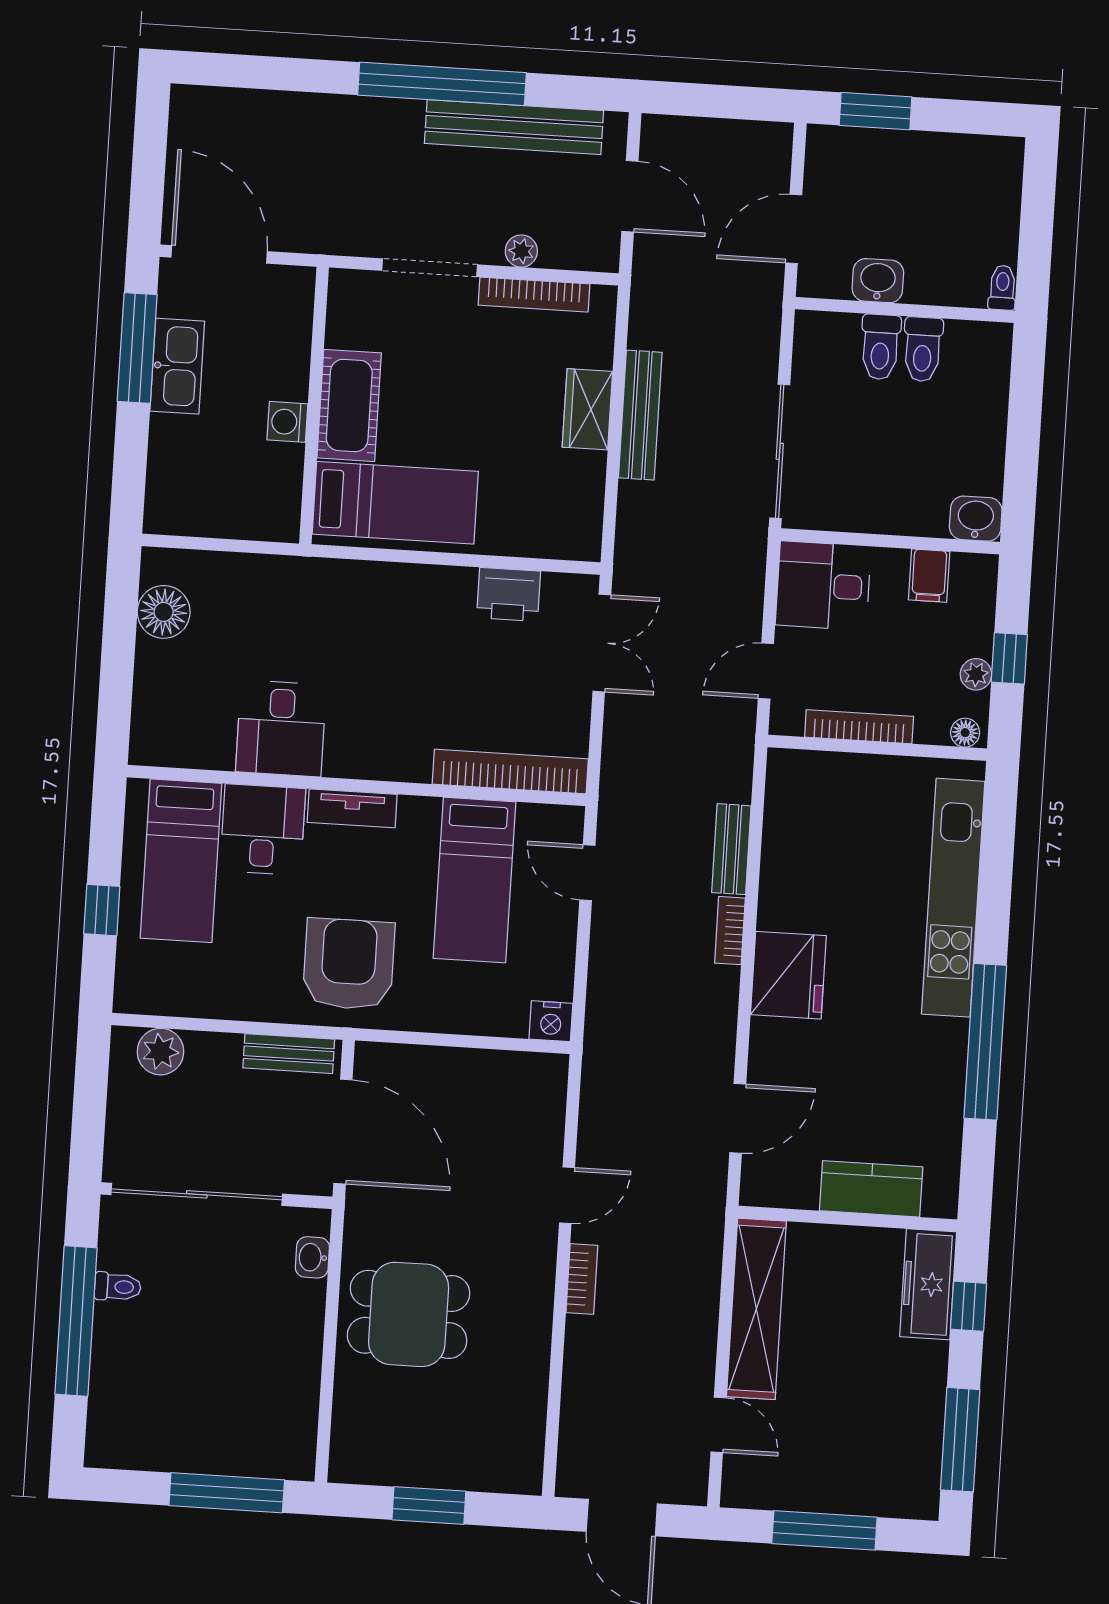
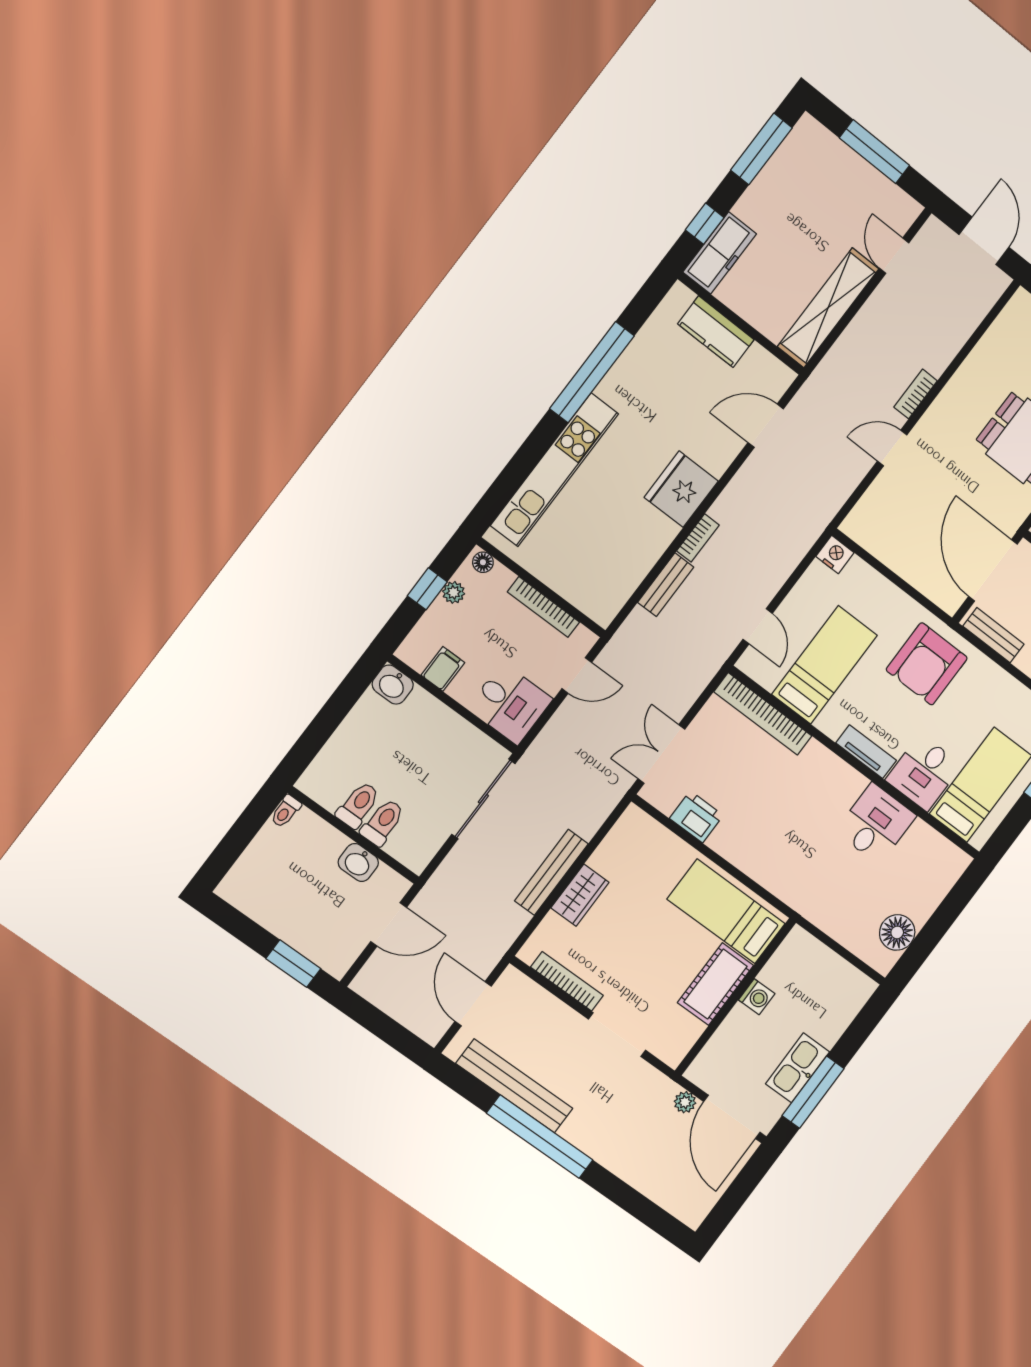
plant: (521, 251) -> (685, 1102), moved

